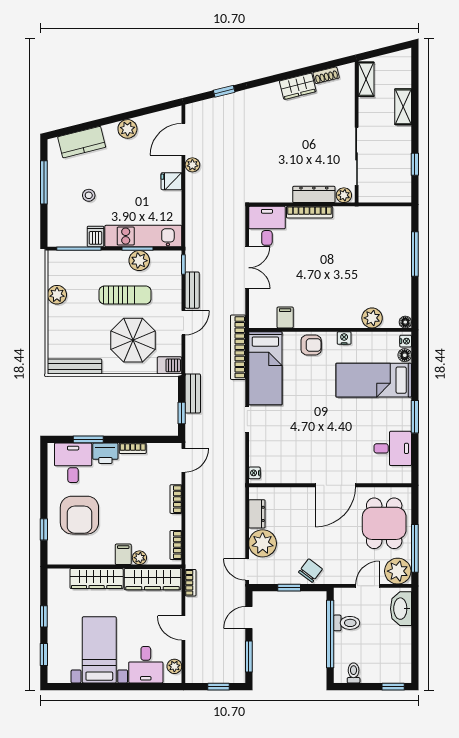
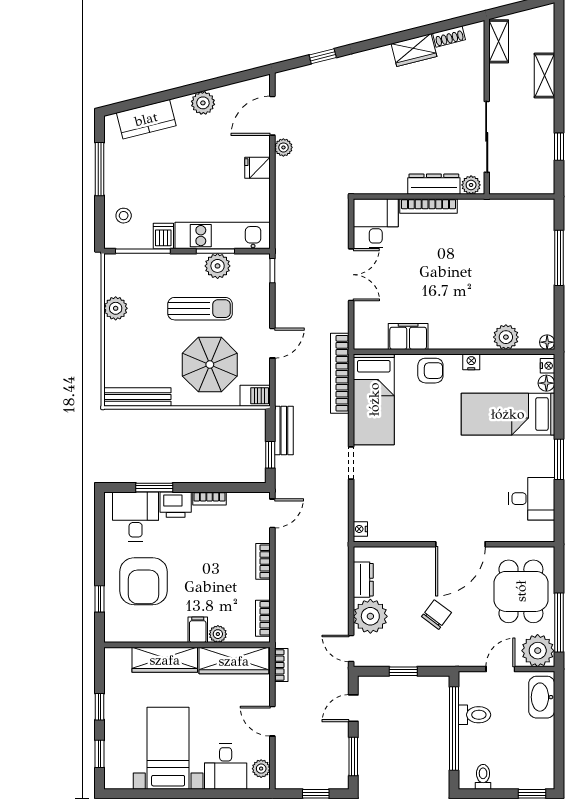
stool: (89, 195) -> (124, 216), moved
bench: (192, 290) -> (283, 303), removed
filing cabinet: (285, 317) -> (408, 336), width x2.00
chair: (310, 571) -> (436, 615), moved

